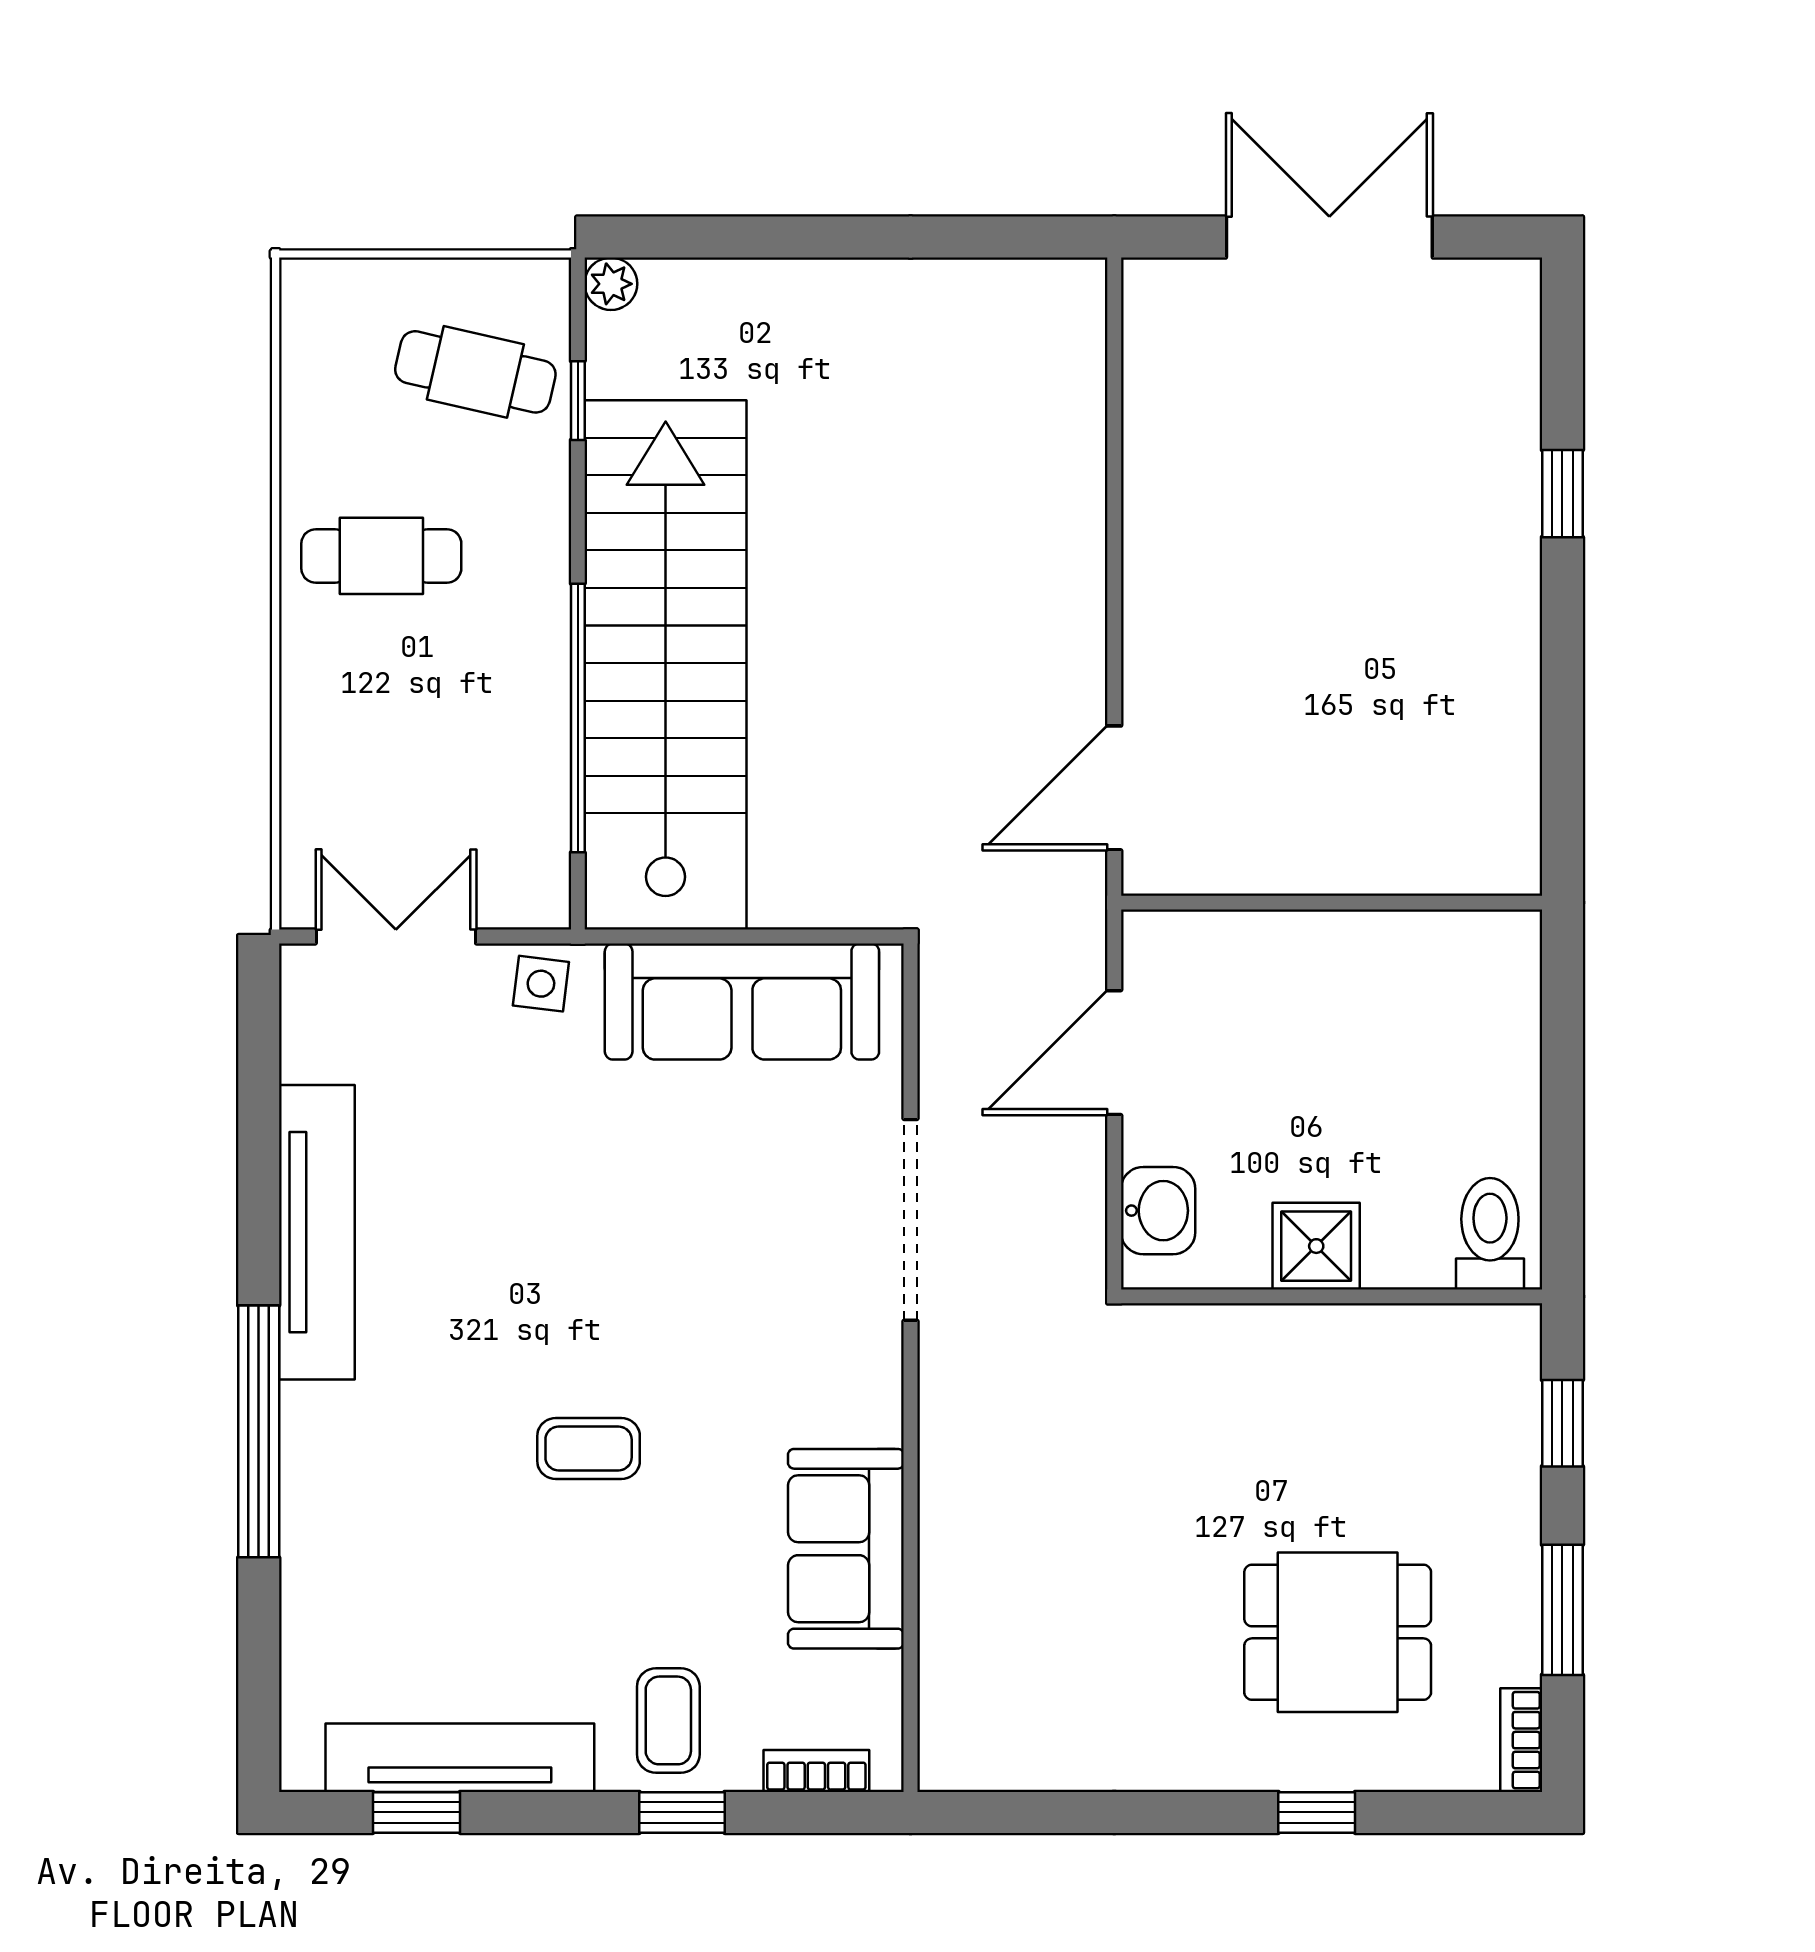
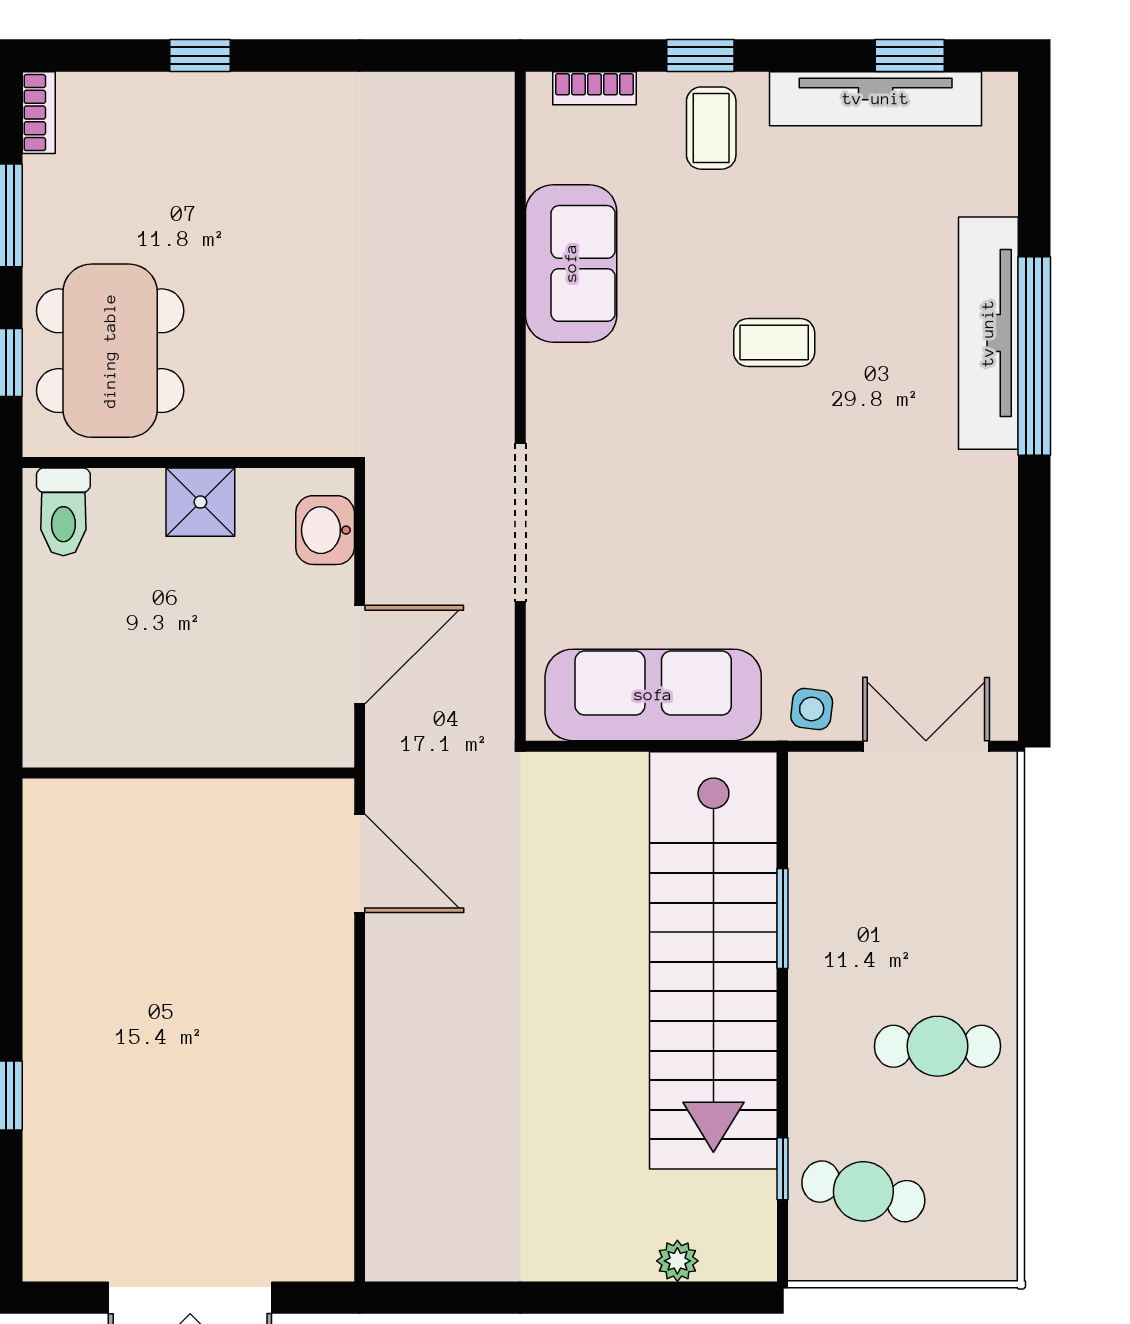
plant: (611, 284) -> (677, 1261), moved
window: (578, 718) -> (783, 919), width x0.47
door: (1114, 788) -> (360, 863), hinge flipped
double door: (396, 937) -> (926, 746), swing flipped
tv unit: (317, 1232) -> (988, 333), moved
dining table: (1338, 1632) -> (110, 351), moved, width x1.38

